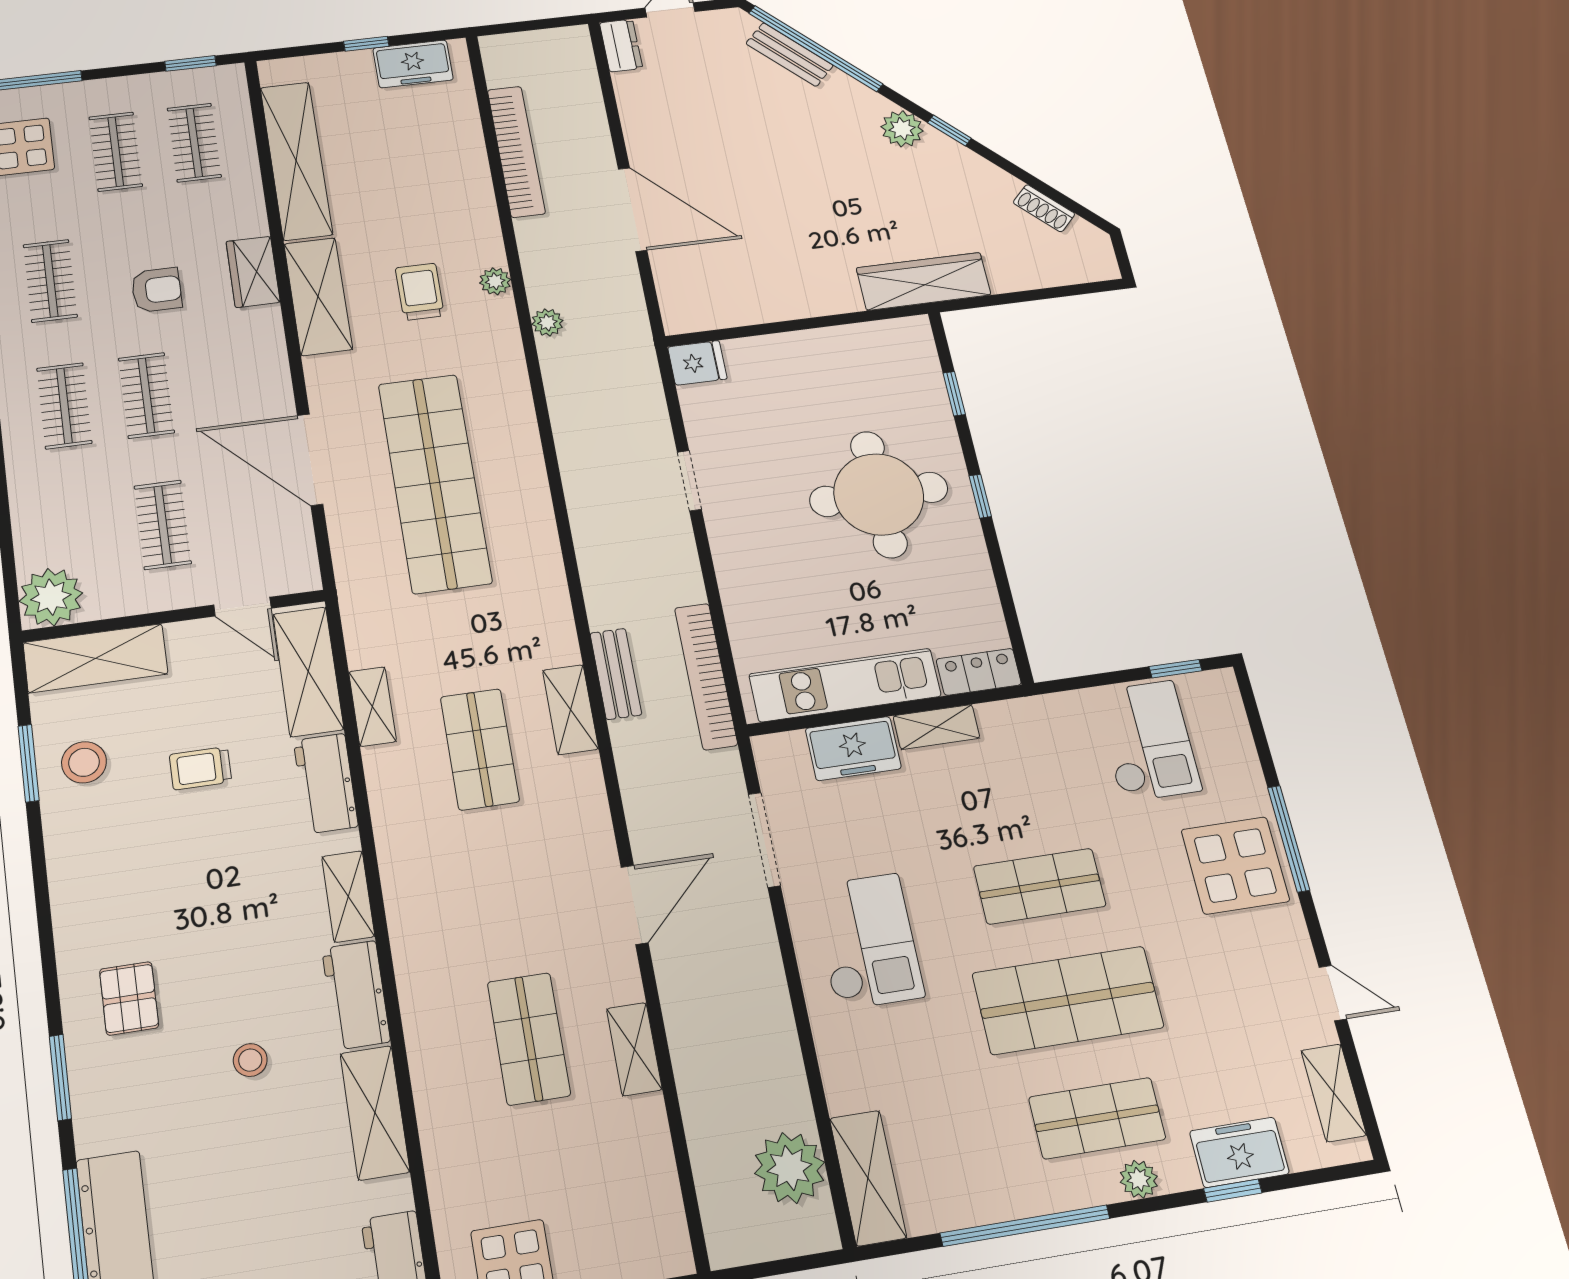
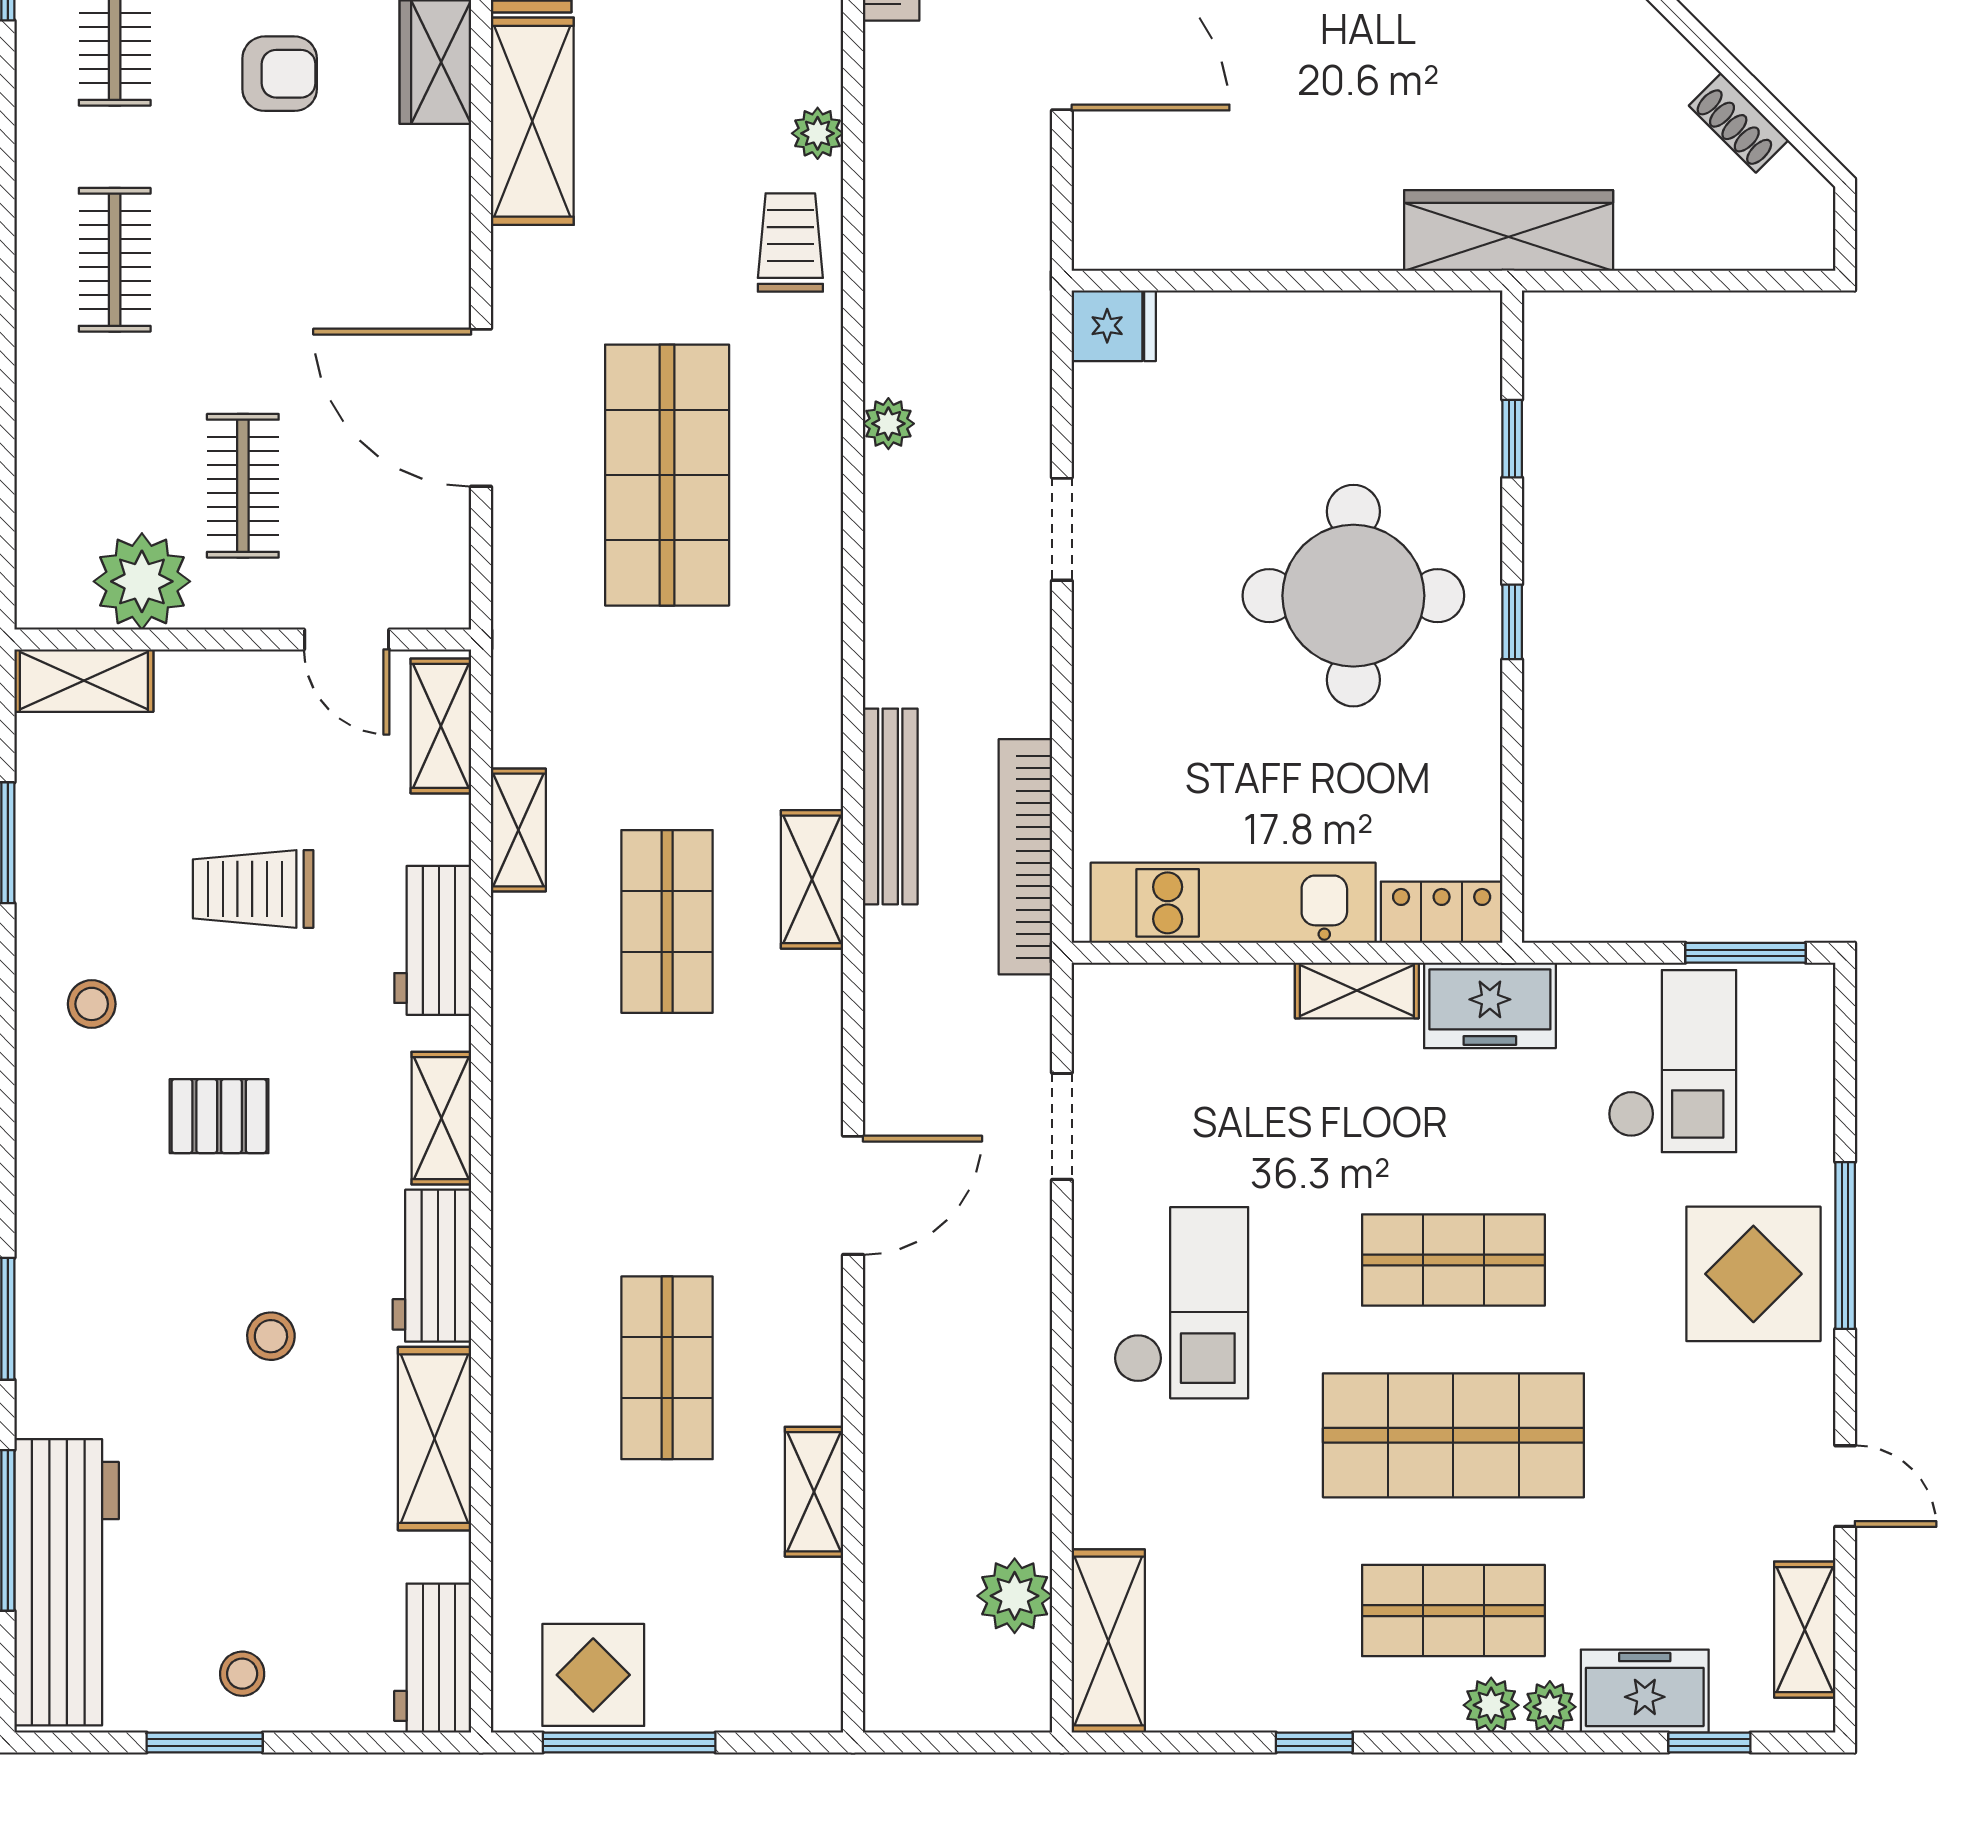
trolley: (420, 292) -> (790, 242), moved
plant: (547, 322) -> (888, 424), moved
clothes rail: (146, 395) -> (243, 260), removed
shop shelf: (435, 483) -> (667, 475), width x0.71
plant: (51, 597) -> (142, 581), moved
shelving: (95, 658) -> (84, 681), width x0.67, depth x0.75
window: (1176, 669) -> (1745, 953), width x1.50
shelving: (308, 672) -> (441, 726), width x0.67, depth x0.75
bench: (616, 674) -> (890, 806), width x1.36
freezer: (853, 749) -> (1490, 1005), moved
stool: (84, 762) -> (92, 1004), moved, width x0.73, depth x0.73
trolley: (200, 768) -> (253, 889), width x1.36, depth x1.39
doorway: (764, 840) -> (1062, 1126), width x0.73
pallet: (129, 998) -> (219, 1116), moved, turned 90
shelving: (634, 1049) -> (814, 1492), moved
plant: (790, 1168) -> (1015, 1596), width x0.73, depth x0.73
plant: (1179, 1174) -> (1550, 1707), added
window: (1233, 1191) -> (1709, 1742), moved
window: (1025, 1226) -> (1314, 1742), width x0.32

